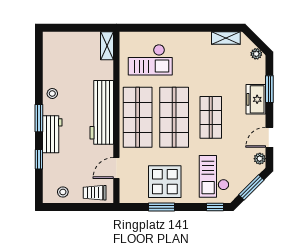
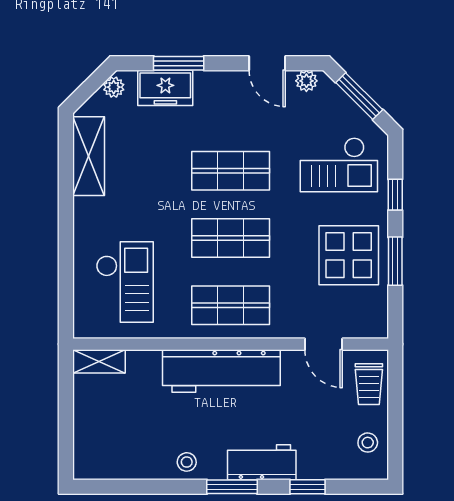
shelving: (226, 38) -> (89, 156), width x1.50, depth x1.33
freezer: (256, 99) -> (165, 88), moved
shop shelf: (138, 117) -> (231, 305), width x0.70, depth x0.74
shop shelf: (174, 117) -> (231, 238), width x0.70, depth x0.74
window: (215, 207) -> (395, 195), moved

